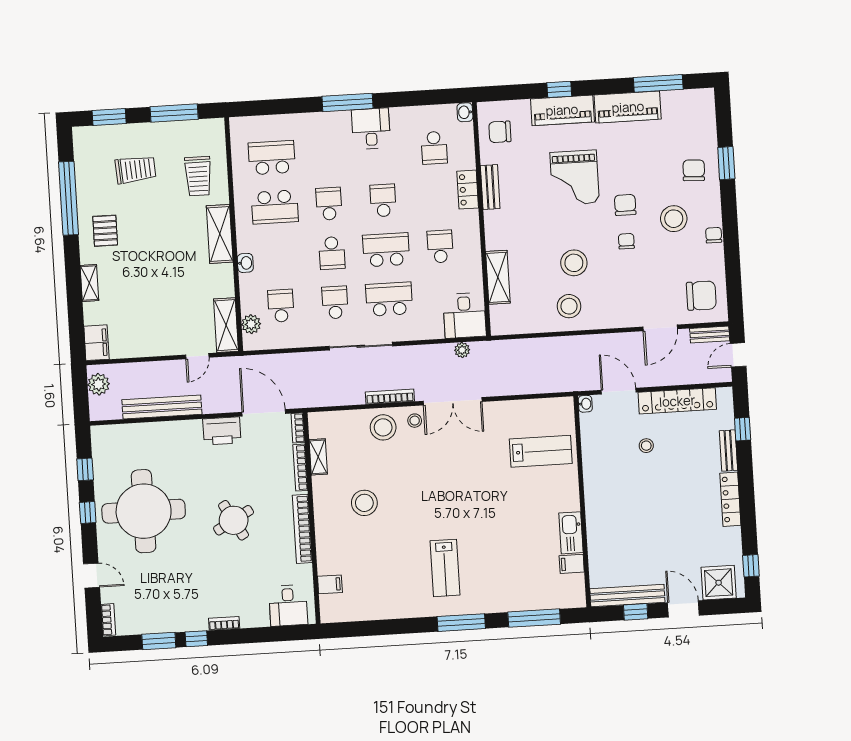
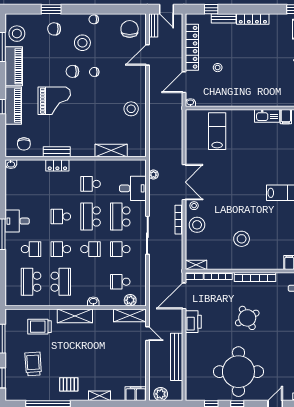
school desk: (434, 148) -> (31, 249), moved
trolley: (198, 176) -> (39, 327), turned 180
stool: (574, 263) -> (17, 34), moved
desk: (465, 315) -> (133, 188), moved
door: (660, 328) -> (147, 55), swing flipped
shelving: (318, 457) -> (196, 265), moved

